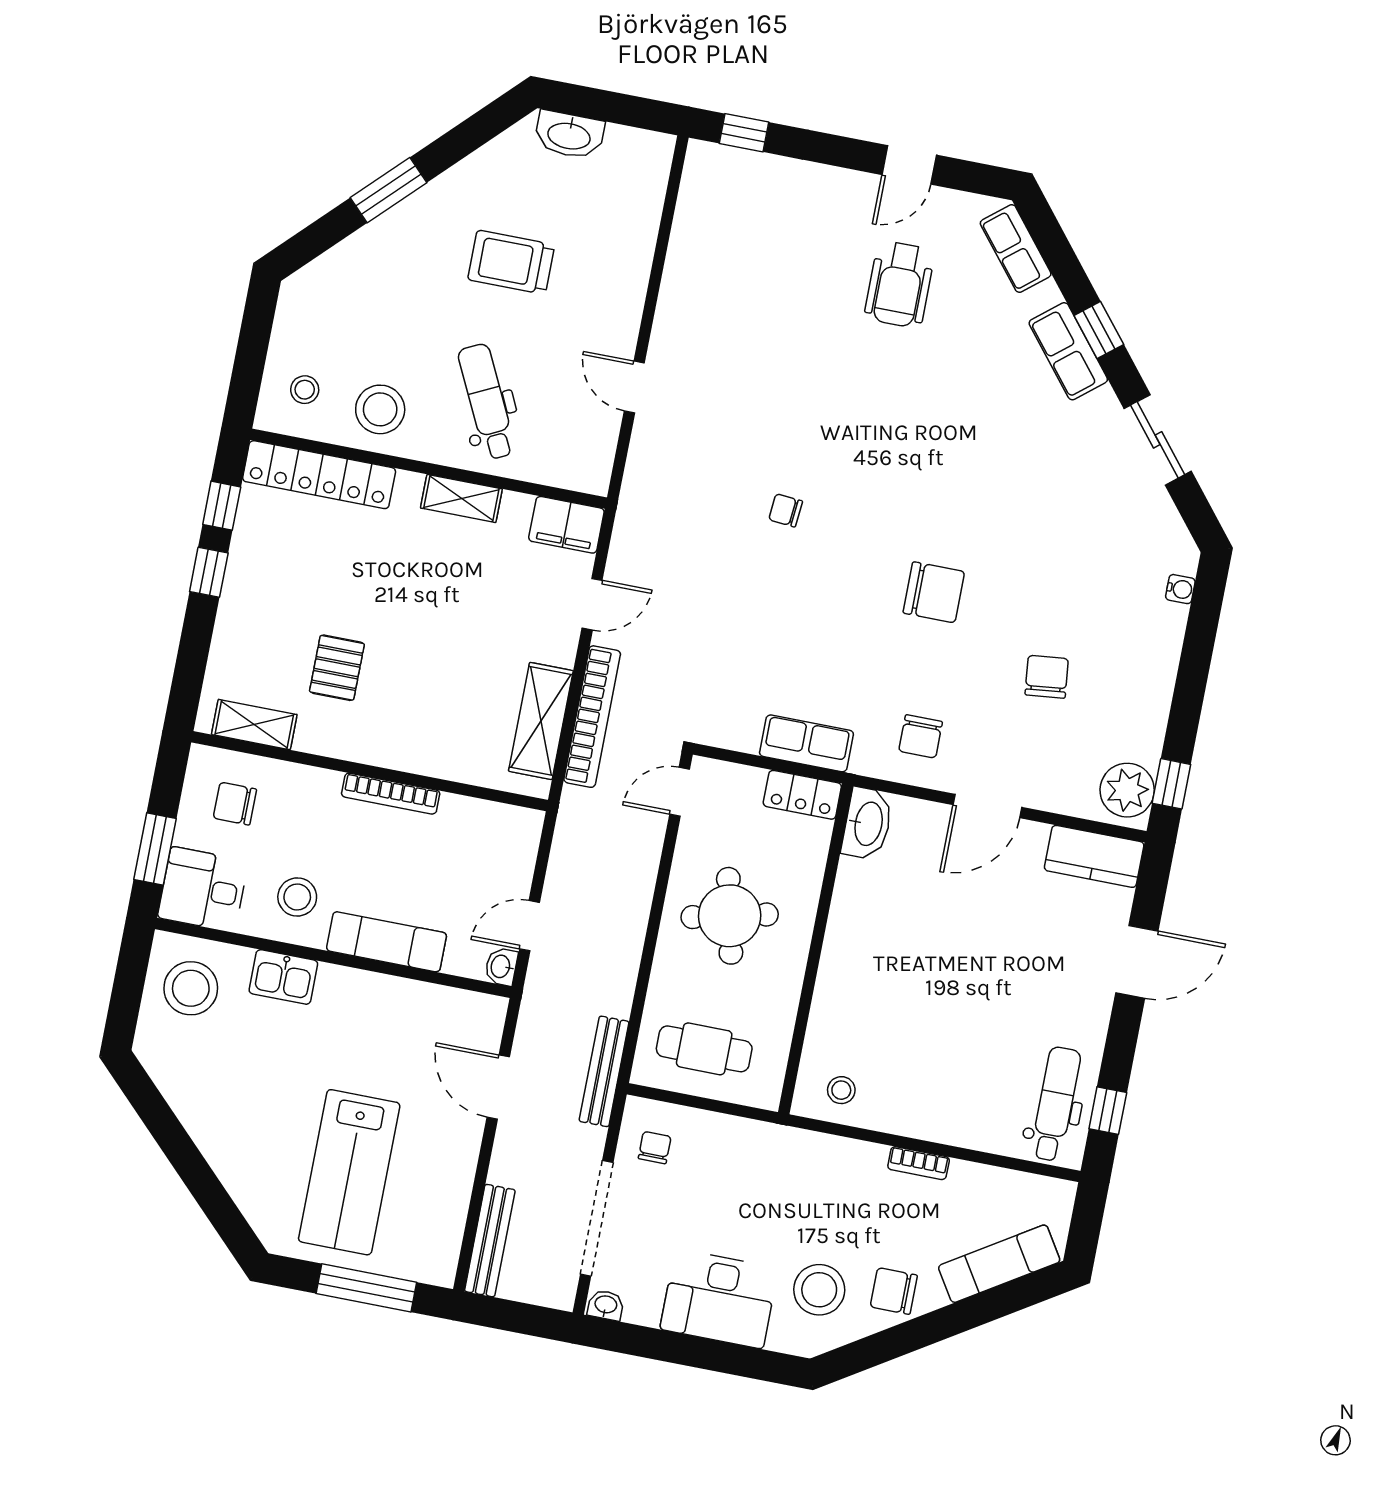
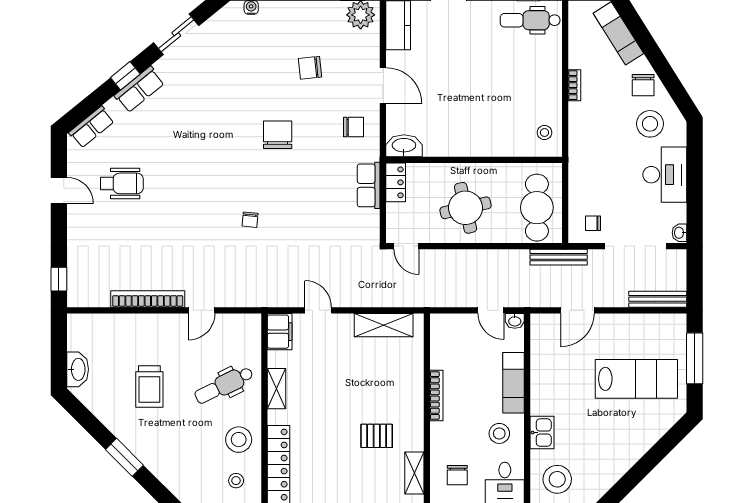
bookcase: (592, 717) -> (148, 299), moved
cafe table: (704, 1049) -> (537, 208), width x1.37, depth x1.35

